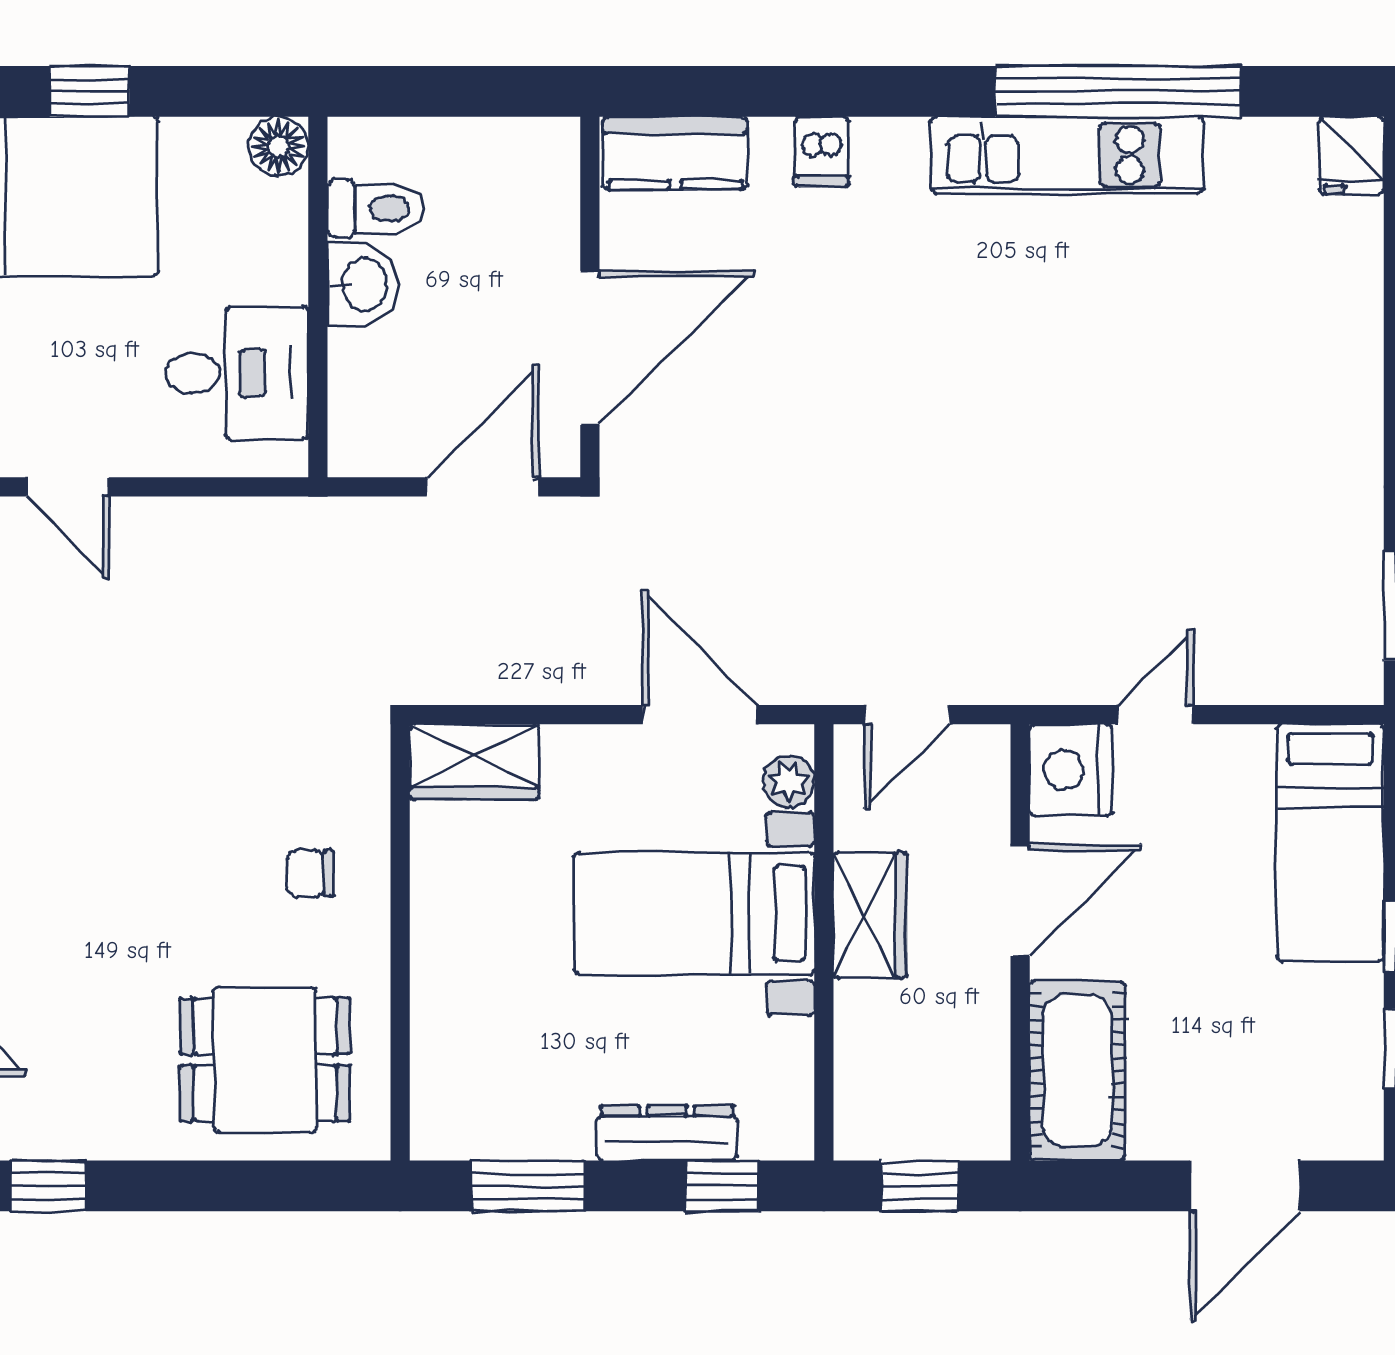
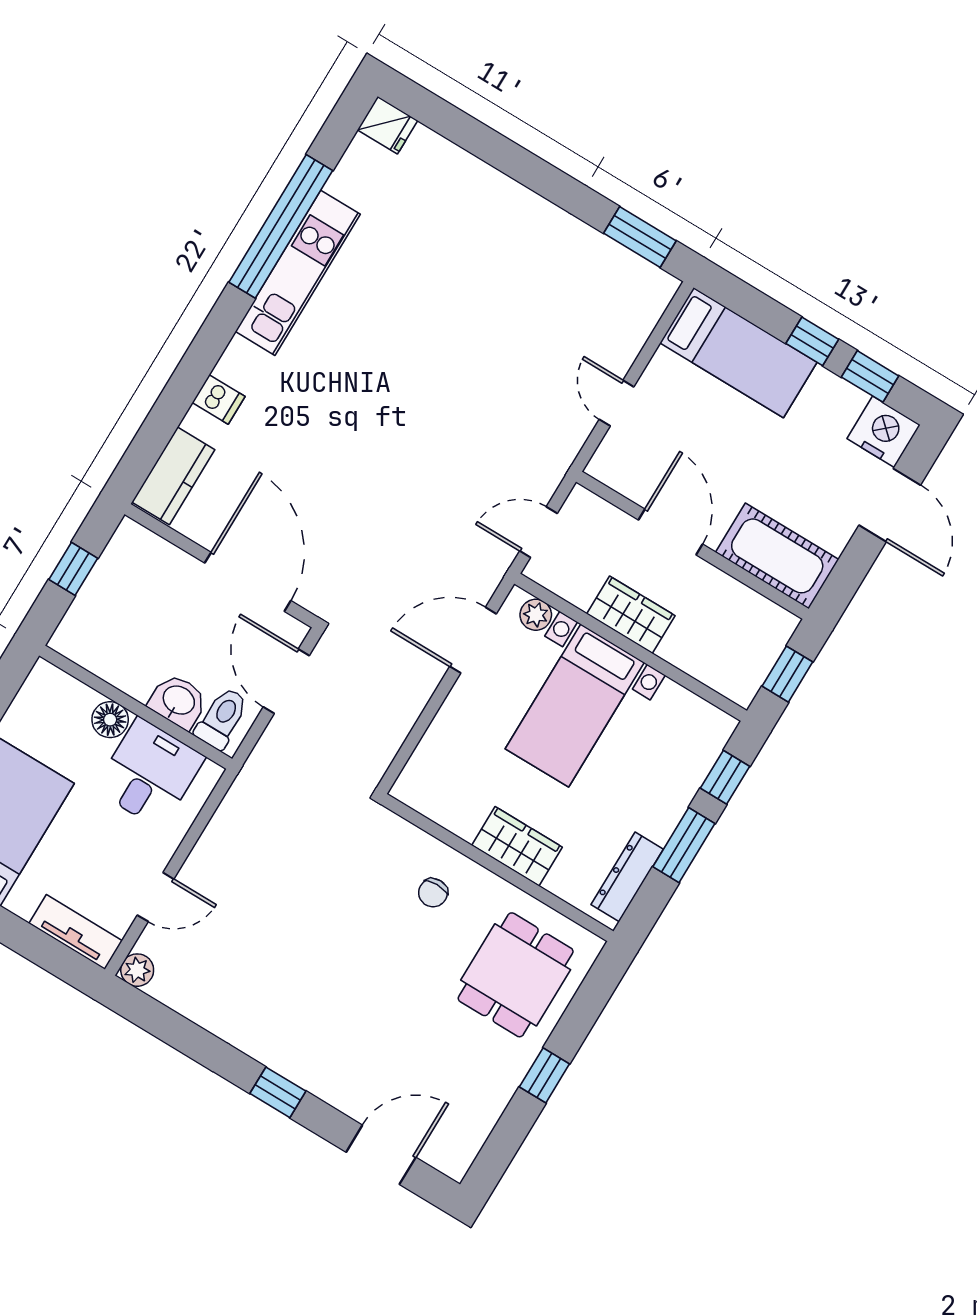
window: (459, 91) -> (73, 569), added
floor lamp: (279, 146) -> (110, 720), moved
toilet: (376, 208) -> (222, 718), moved
washbasin: (362, 284) -> (178, 701), moved
door: (907, 715) -> (538, 532), swing flipped
wardrobe: (474, 762) -> (517, 846), moved, turned -90
nightstand: (1071, 770) -> (884, 432), moved, turned 180
dresser: (667, 1133) -> (627, 877), moved
window: (48, 1186) -> (544, 1075), moved
window: (528, 1186) -> (684, 845), moved

